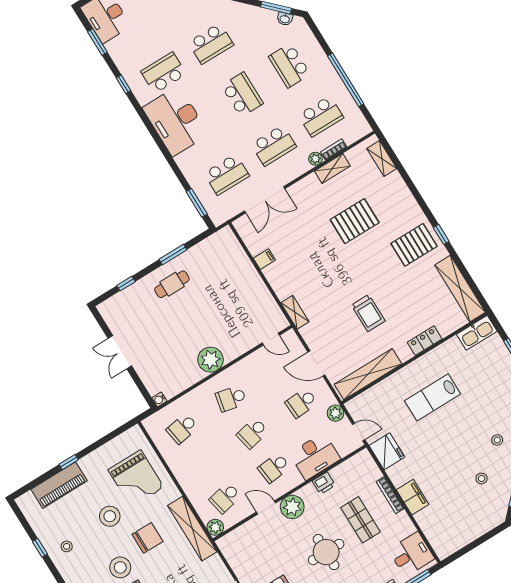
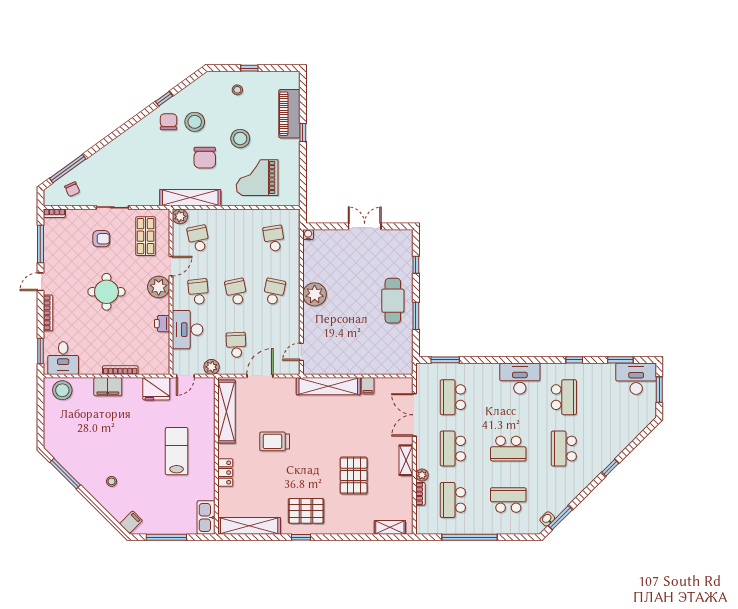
desk: (176, 121) -> (520, 378), width x0.73, depth x0.77
shelving: (332, 169) -> (406, 460), moved
pallet: (414, 245) -> (306, 511), turned 90
cafe table: (172, 284) -> (393, 301), width x1.37, depth x1.35
shelving: (295, 312) -> (328, 386), width x2.20, depth x1.33
stool: (482, 479) -> (62, 390), moved, width x1.89, depth x1.89
shop shelf: (360, 520) -> (146, 236), moved, turned 90

